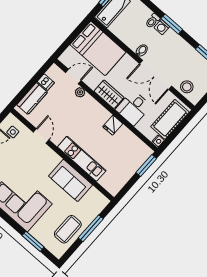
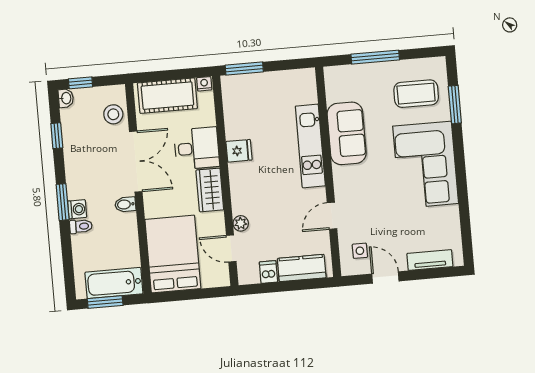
coffee table: (68, 229) -> (416, 94), moved

